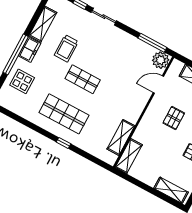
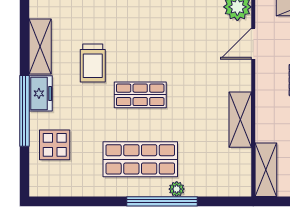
shelving: (121, 137) -> (240, 120), moved
plant: (75, 141) -> (177, 189), added
window: (64, 143) -> (162, 201), width x3.17

